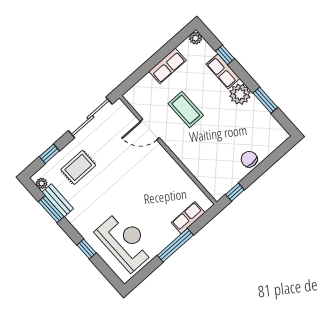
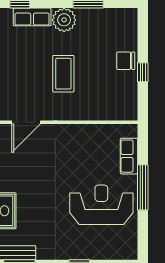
coffee table: (186, 109) -> (63, 74), moved, turned 90
window: (235, 192) -> (143, 72), moved
reception desk: (125, 241) -> (101, 205), moved

